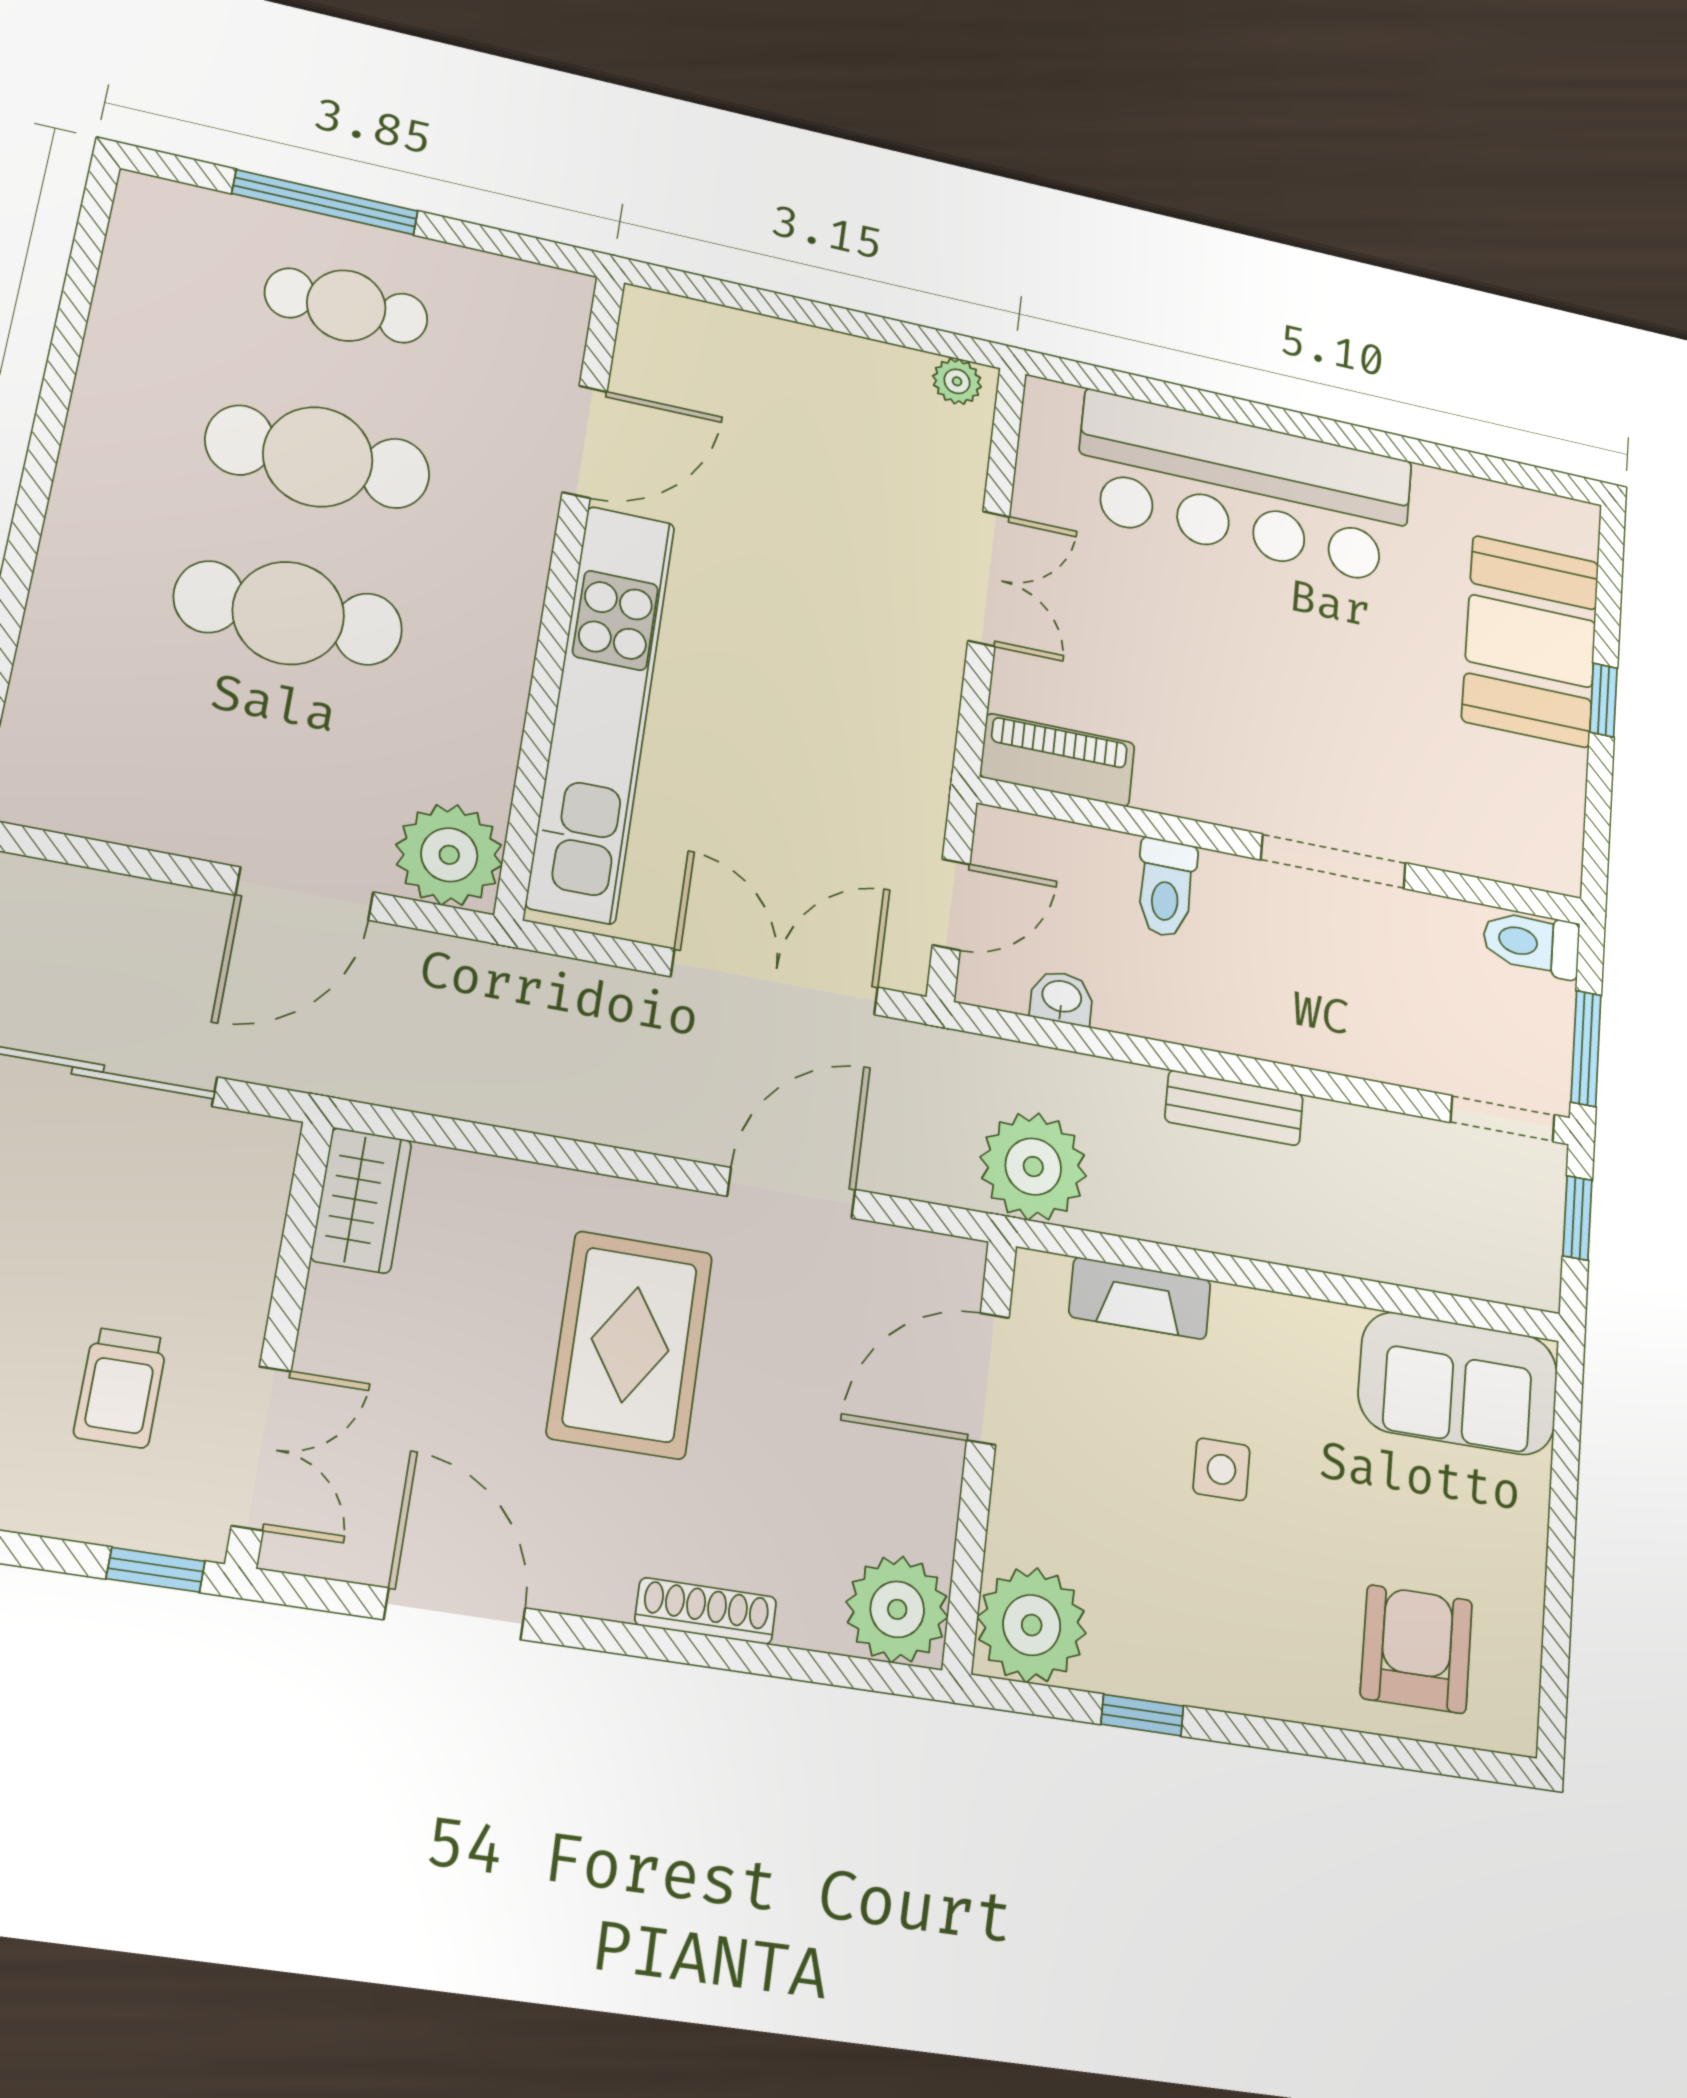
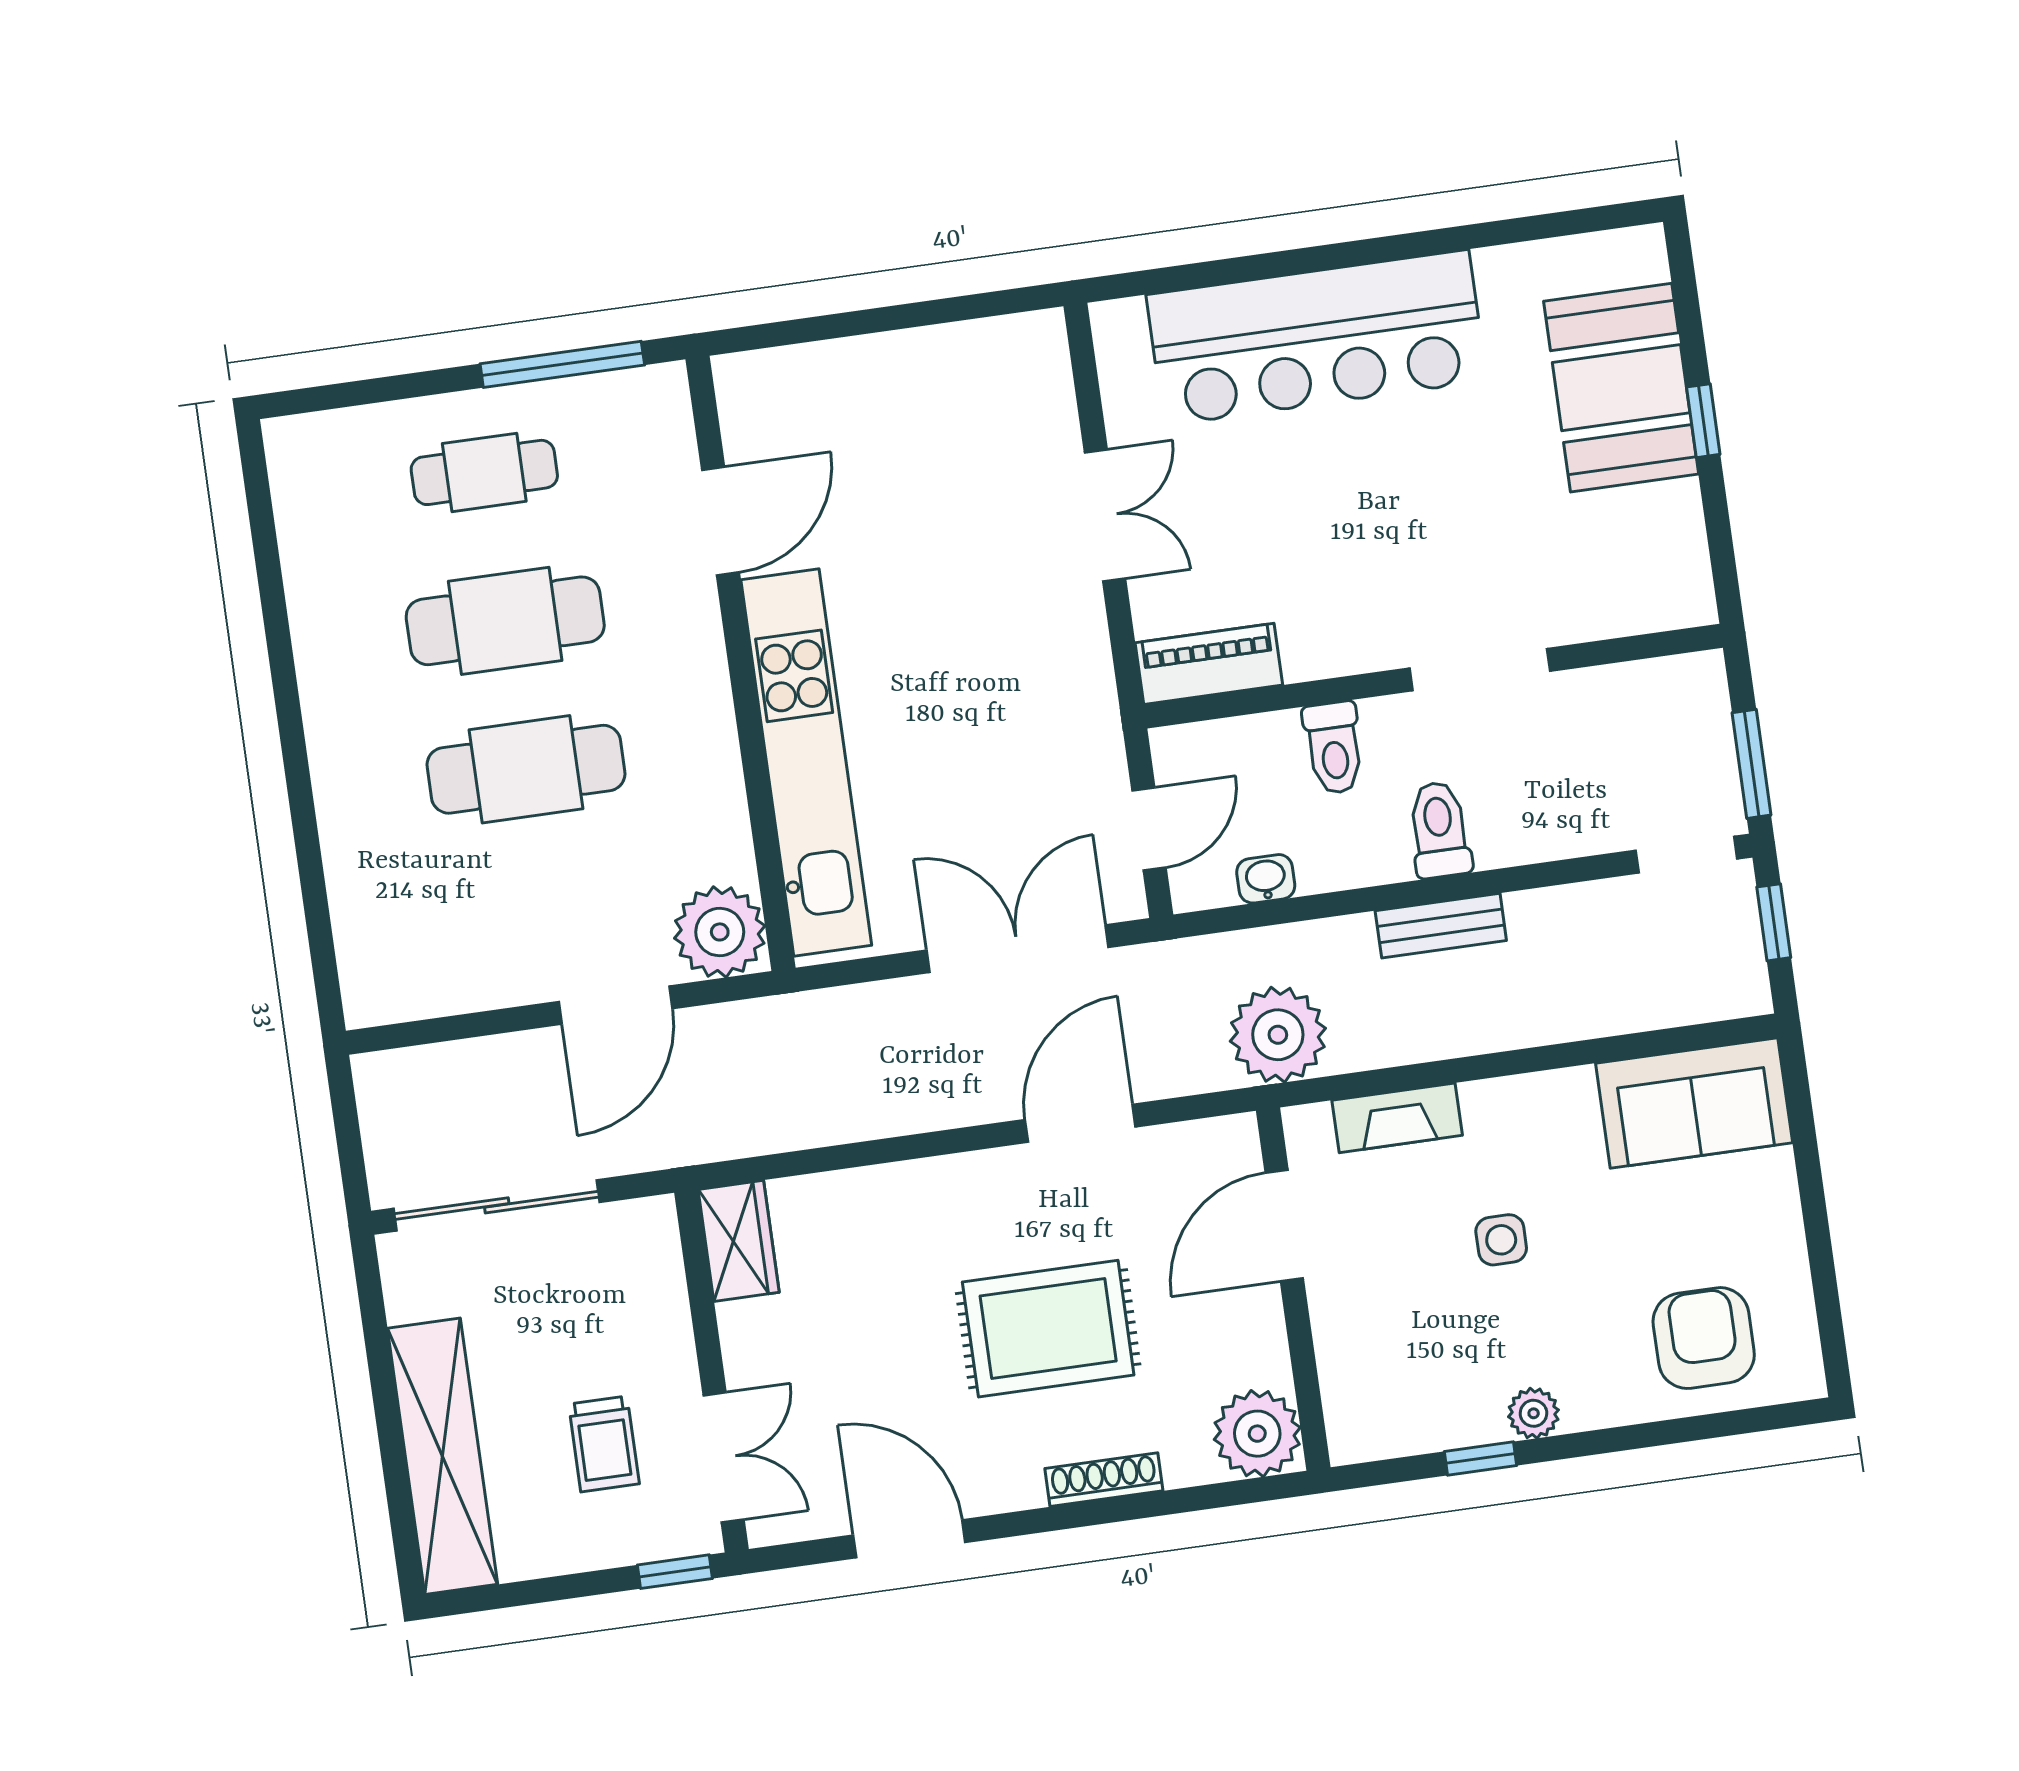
window: (325, 202) -> (562, 364), moved
plant: (957, 381) -> (1028, 335), removed
toilet: (1531, 943) -> (1439, 830), moved, turned 90
rug: (630, 1345) -> (1048, 1329), moved, turned 90
plant: (1032, 1625) -> (1534, 1413), moved, width x0.53, depth x0.53

